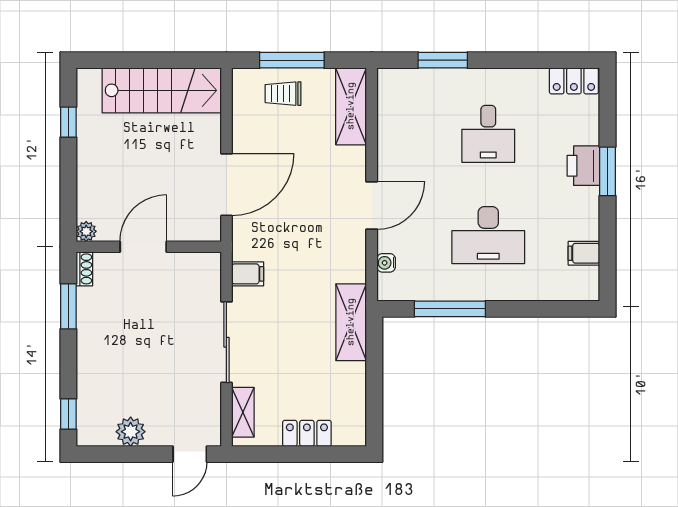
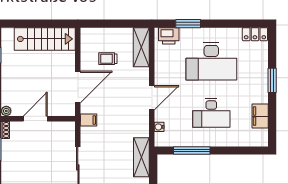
window: (292, 60) -> (111, 24), removed
trolley: (283, 94) -> (108, 59), moved
desk: (488, 134) -> (211, 61), width x1.87, depth x1.30
printer: (583, 166) -> (169, 36), moved, turned -90
filing cabinet: (584, 253) -> (260, 116), width x2.00
filing cabinet: (248, 274) -> (89, 120), moved

